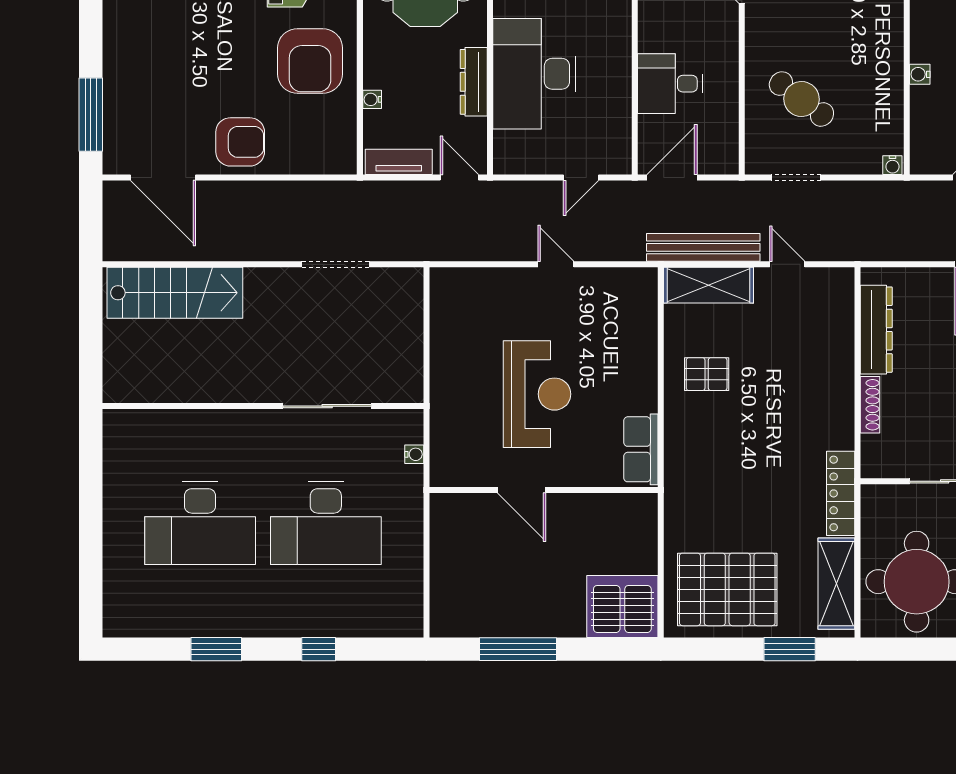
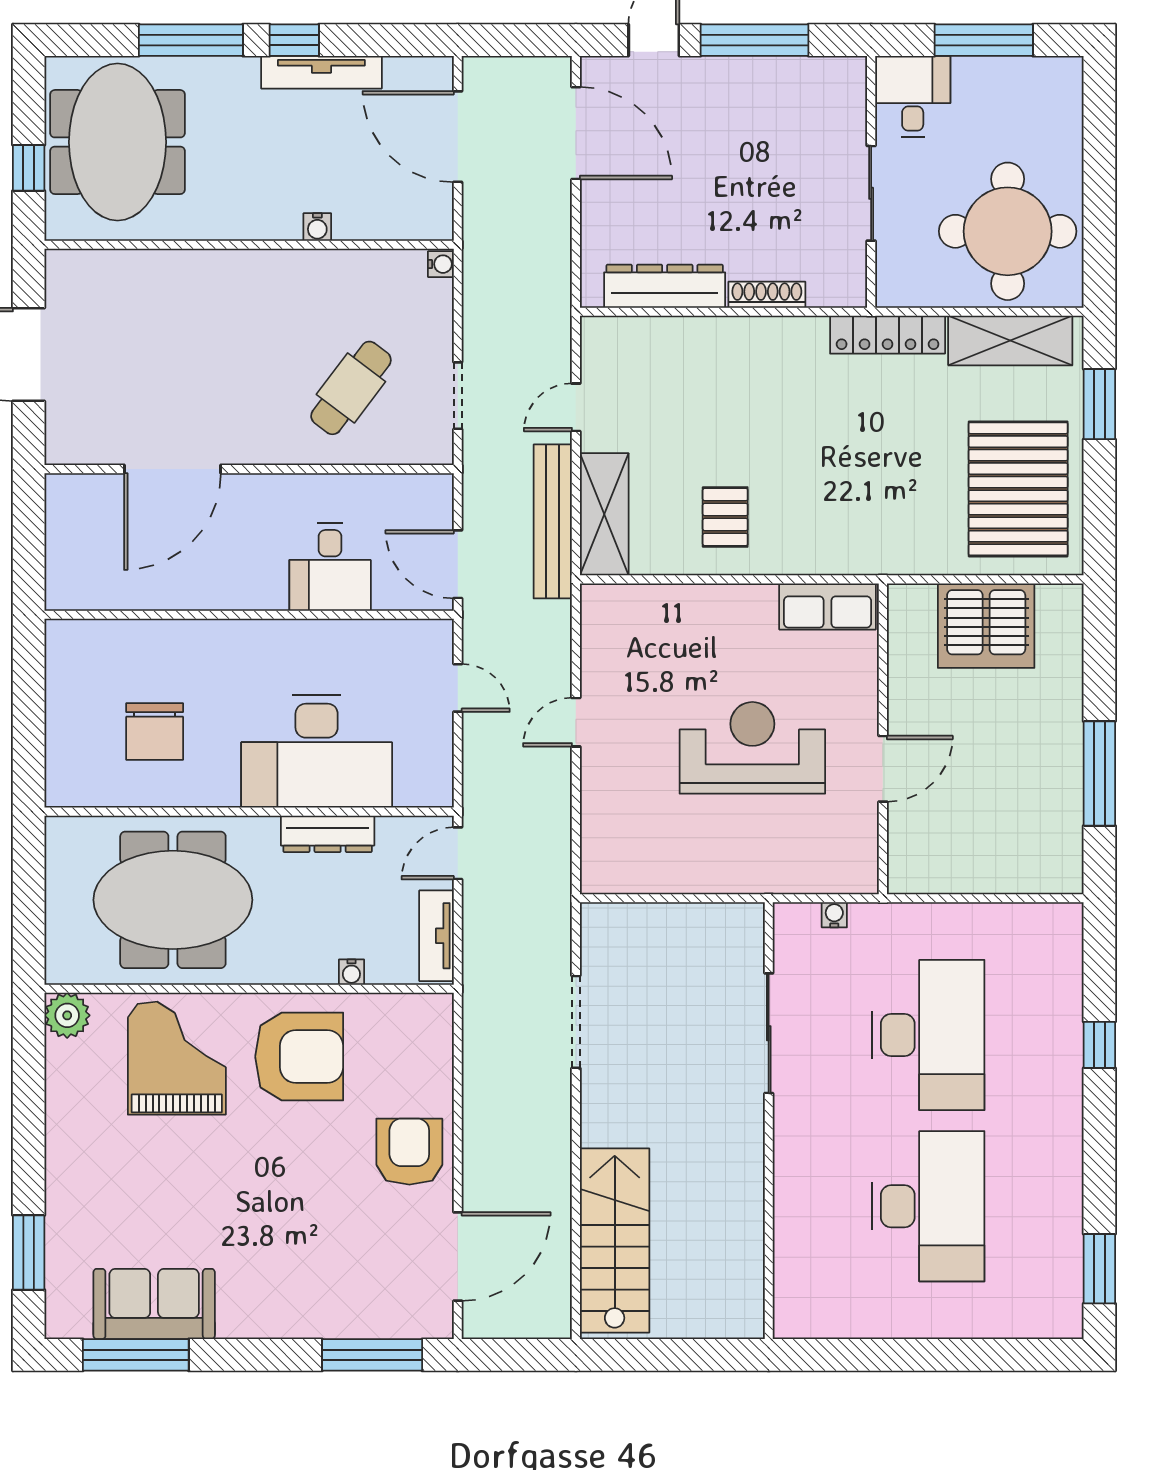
server rack: (622, 606) -> (986, 626), moved, turned -90
window: (216, 649) -> (1099, 1269), moved

